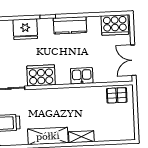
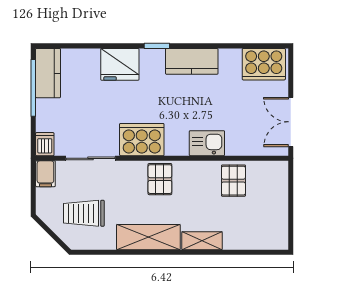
pallet: (117, 95) -> (233, 181), moved, turned 90
pallet: (53, 100) -> (160, 179), added

